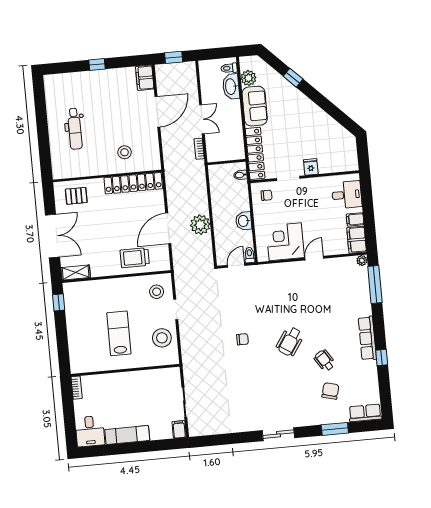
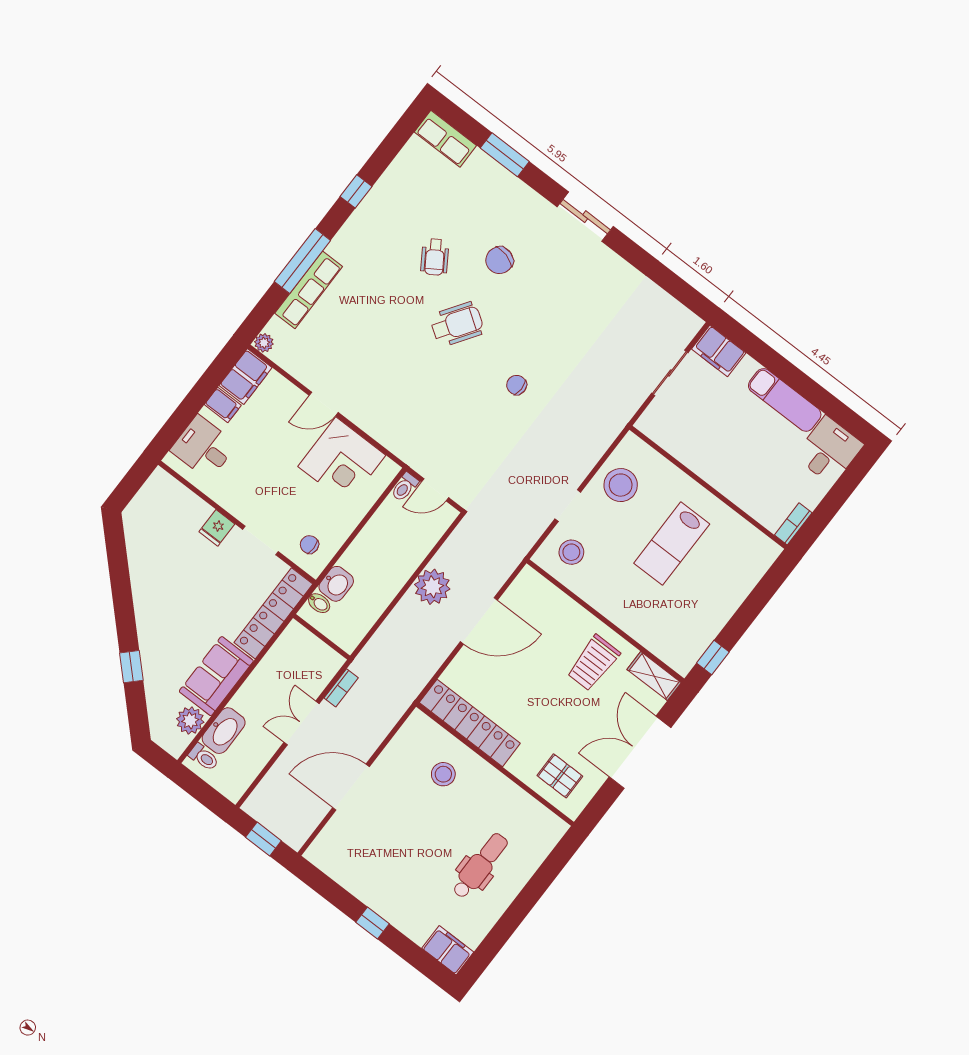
filing cabinet: (145, 78) -> (448, 950), moved, turned -90
washbasin: (244, 221) -> (336, 584), moved
trolley: (135, 258) -> (593, 663), moved, turned 90
window: (375, 285) -> (302, 261), moved
row of seats: (367, 338) -> (309, 290), moved
chair: (330, 391) -> (499, 260), moved
filing cabinet: (179, 429) -> (719, 351), width x2.00

